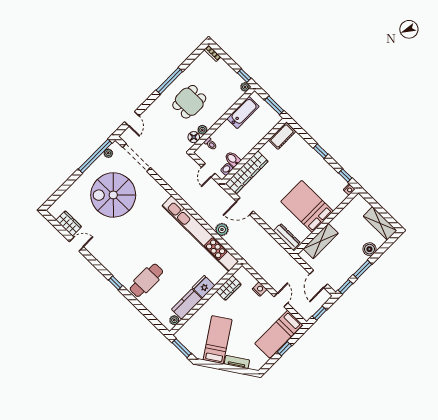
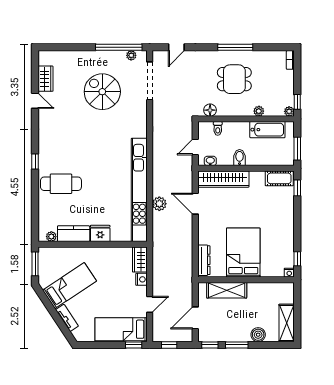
plant: (202, 130) -> (259, 111), moved
window: (321, 151) -> (297, 188), moved
bidet: (233, 159) -> (240, 158), moved
spiral stairs: (113, 195) -> (102, 92), width x0.73, depth x0.73
wardrobe: (229, 288) -> (140, 260), moved, turned 90
window: (284, 349) -> (134, 345), moved

